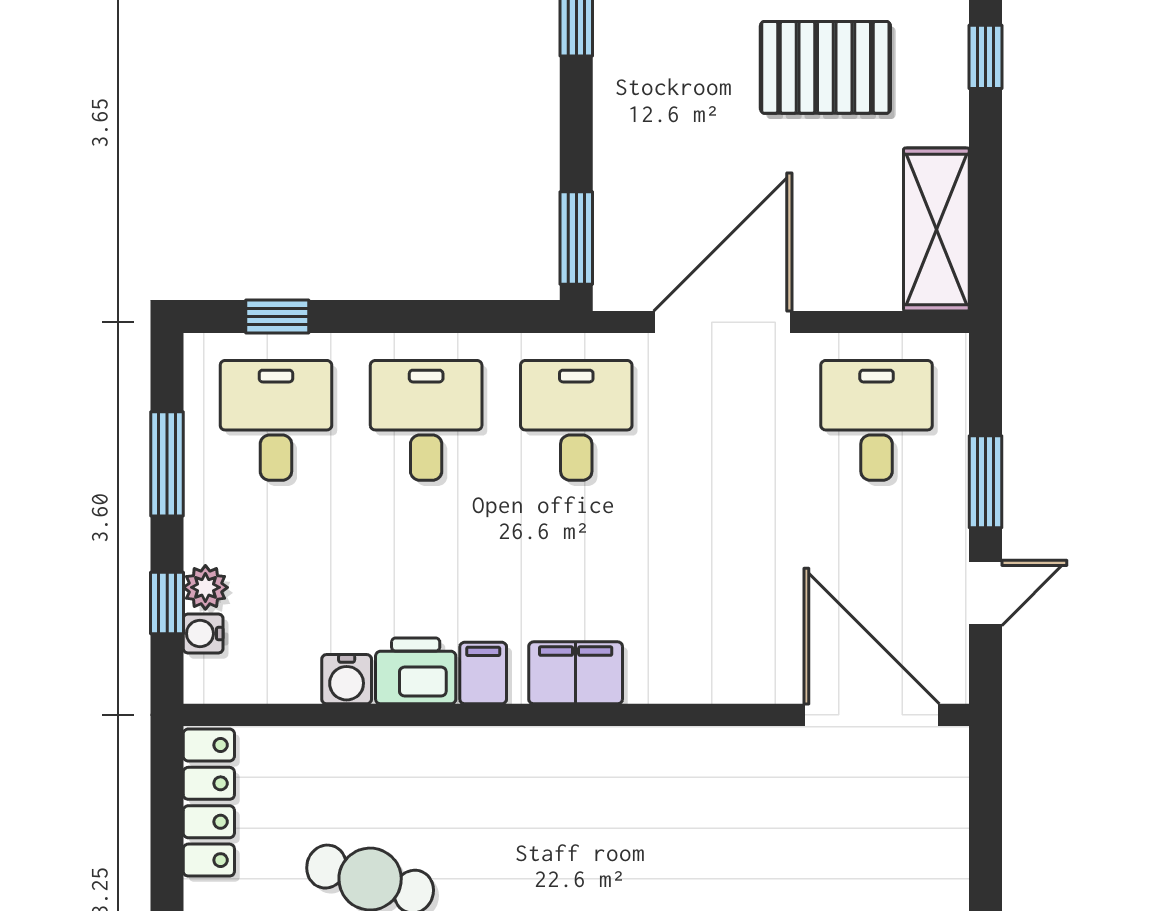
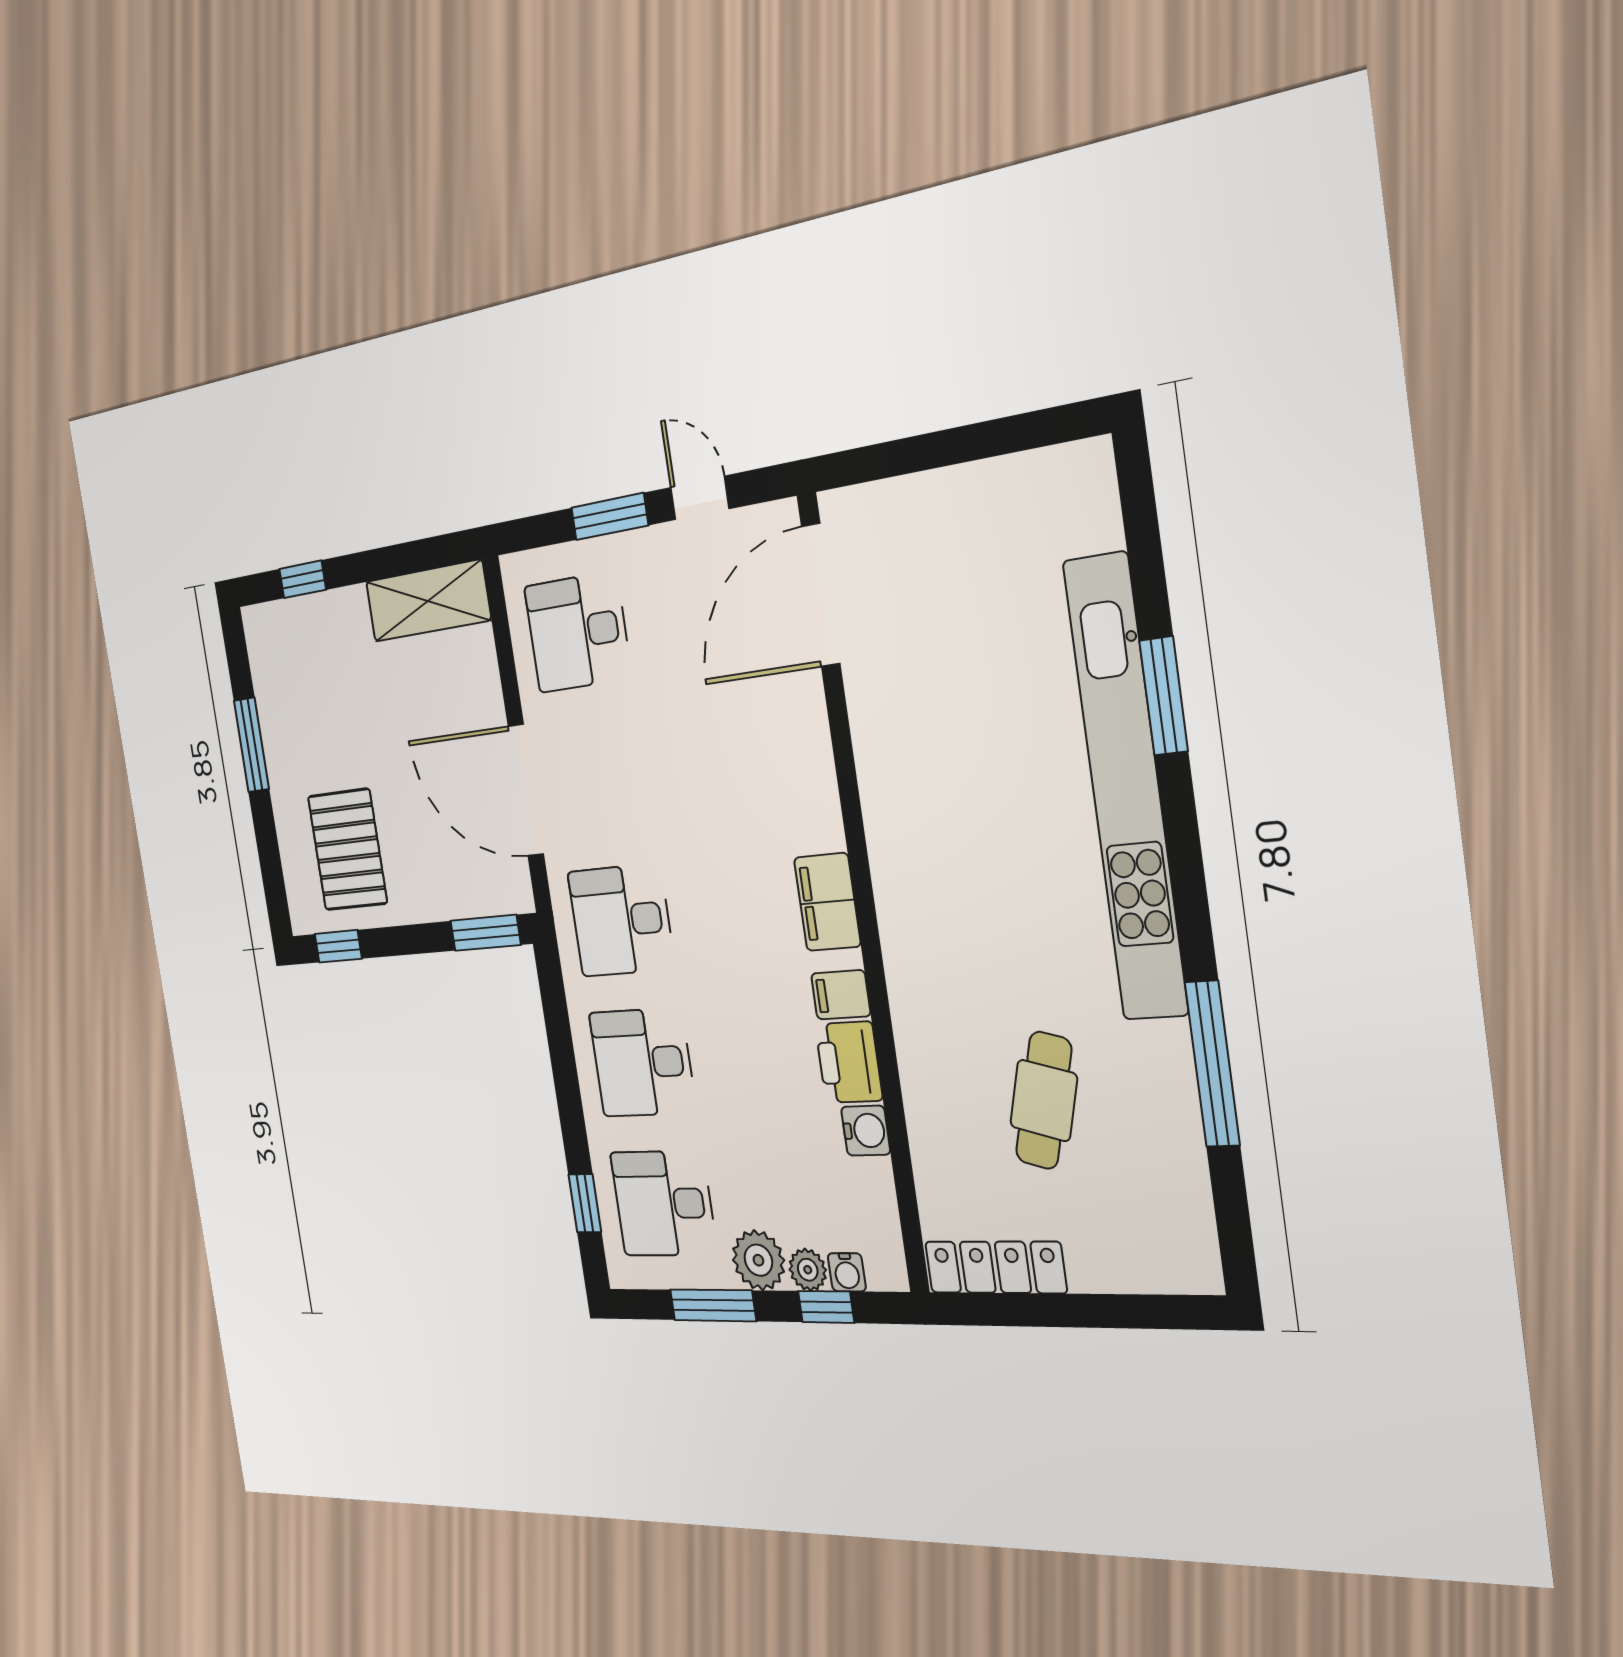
pallet: (825, 67) -> (347, 850), moved
plant: (215, 529) -> (758, 1260), added

